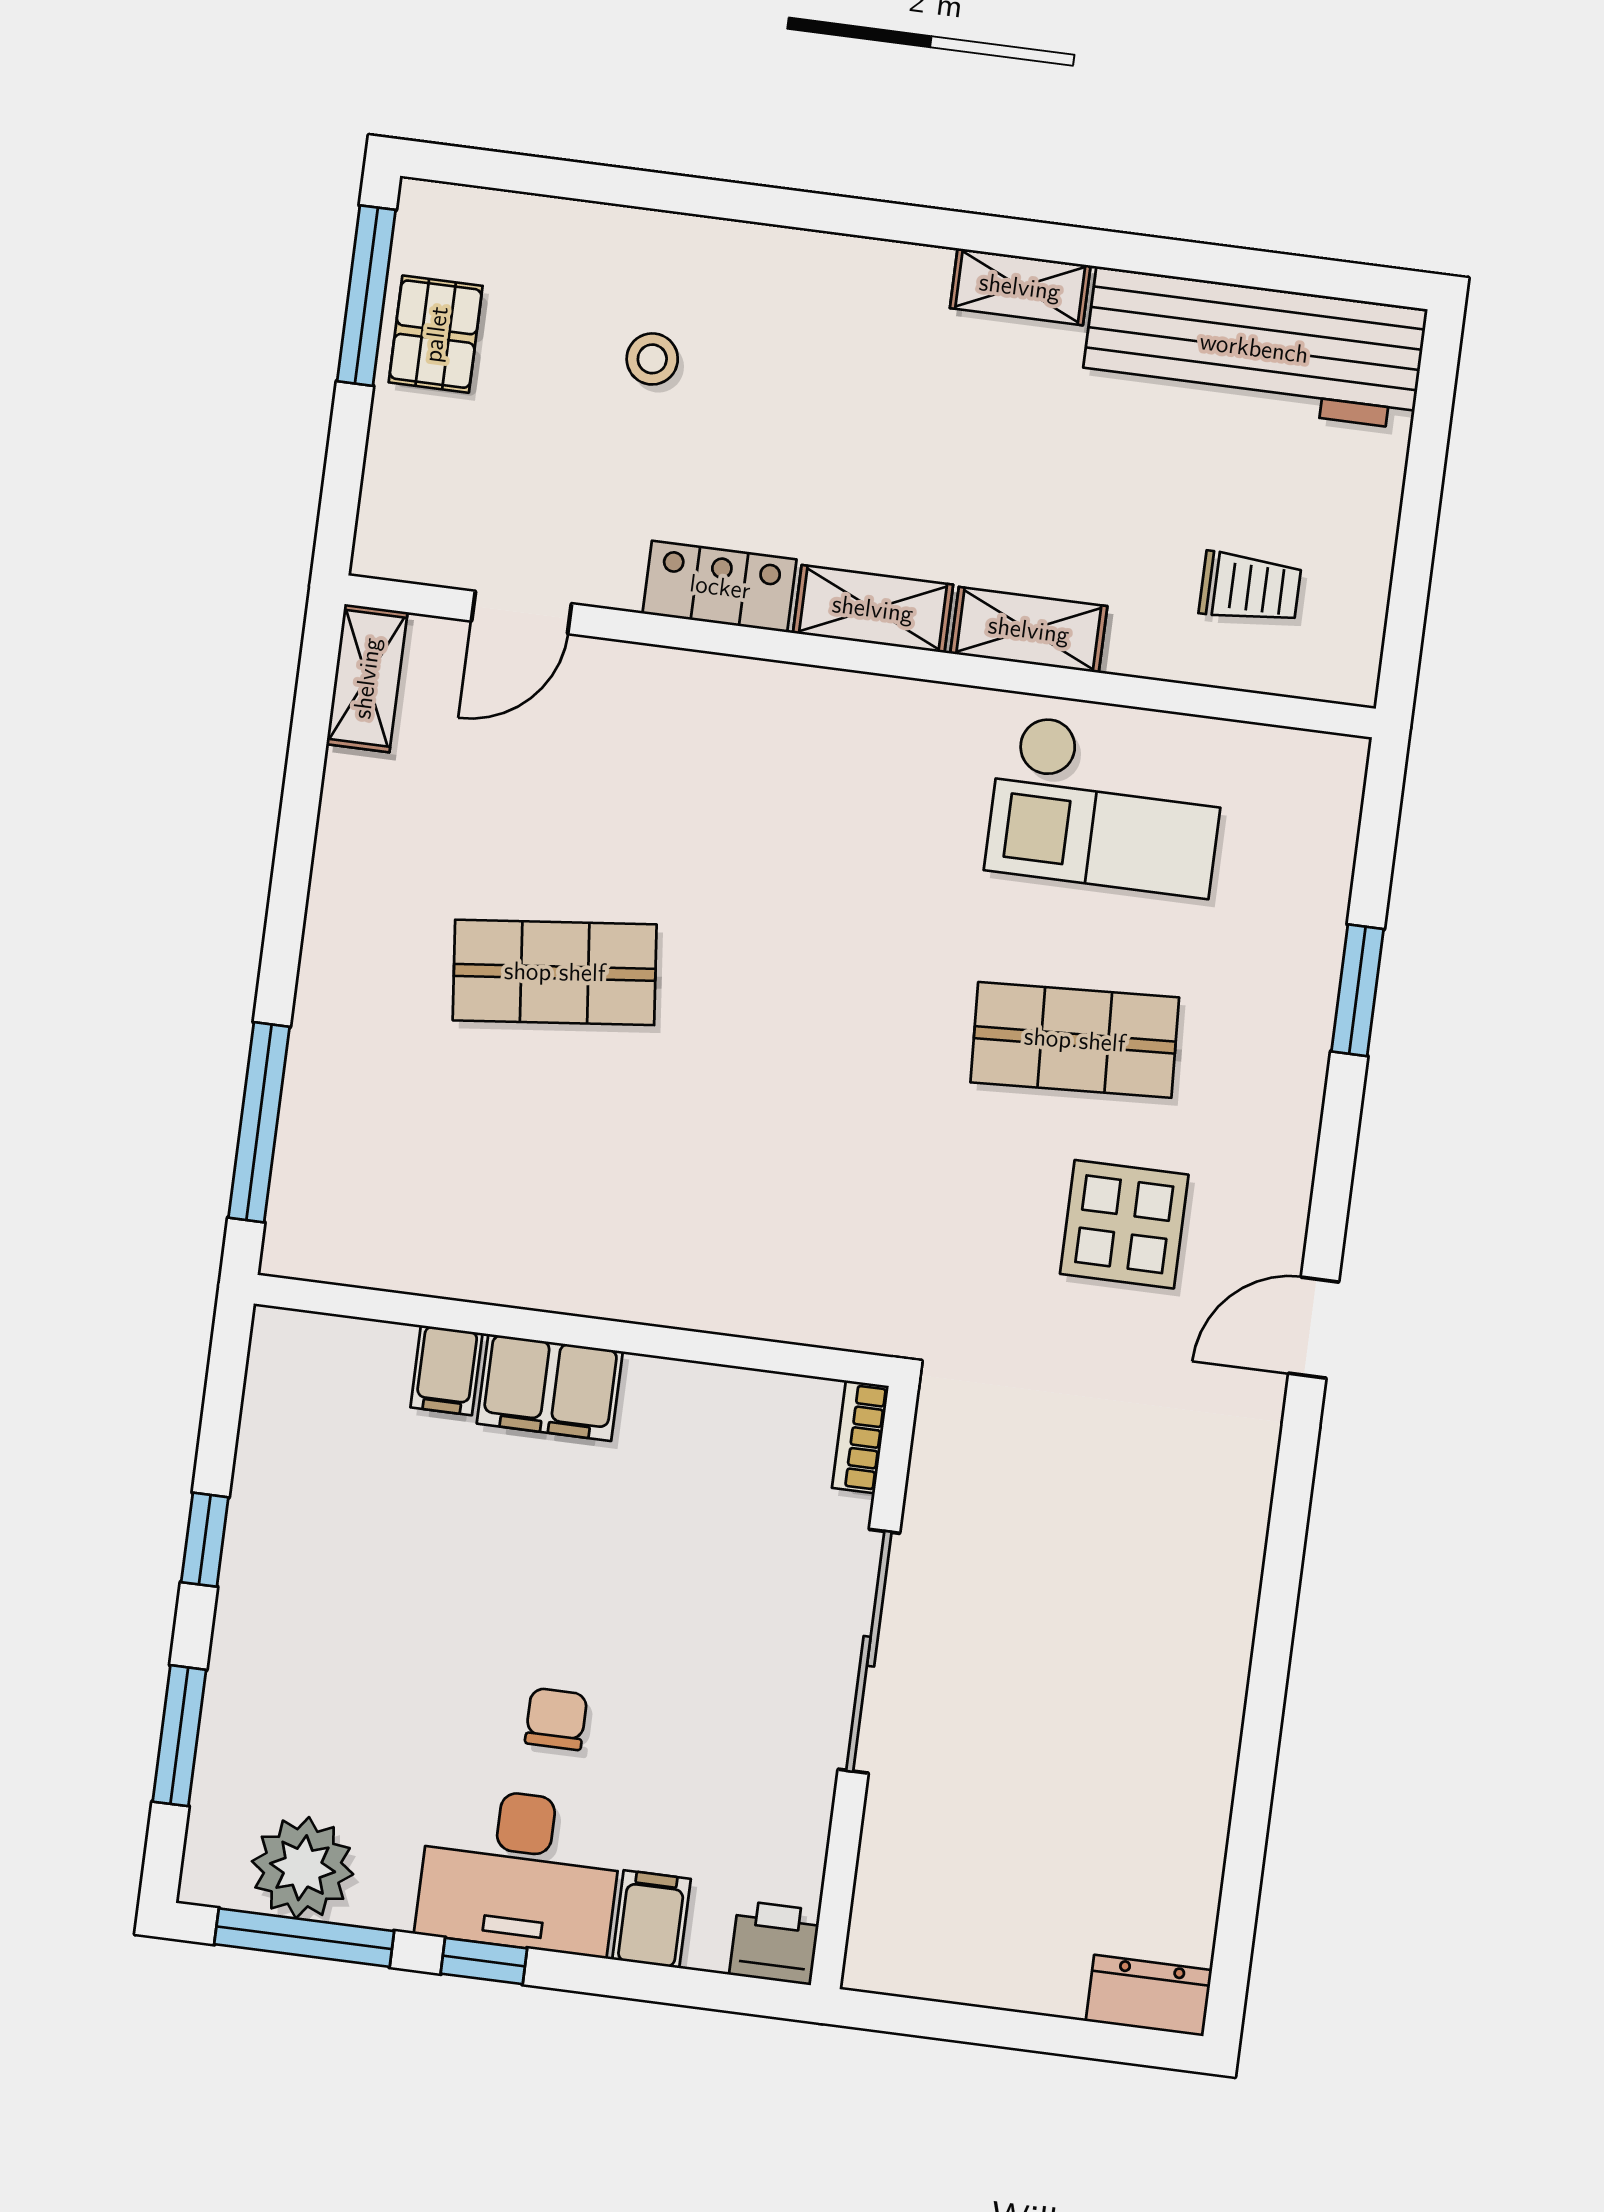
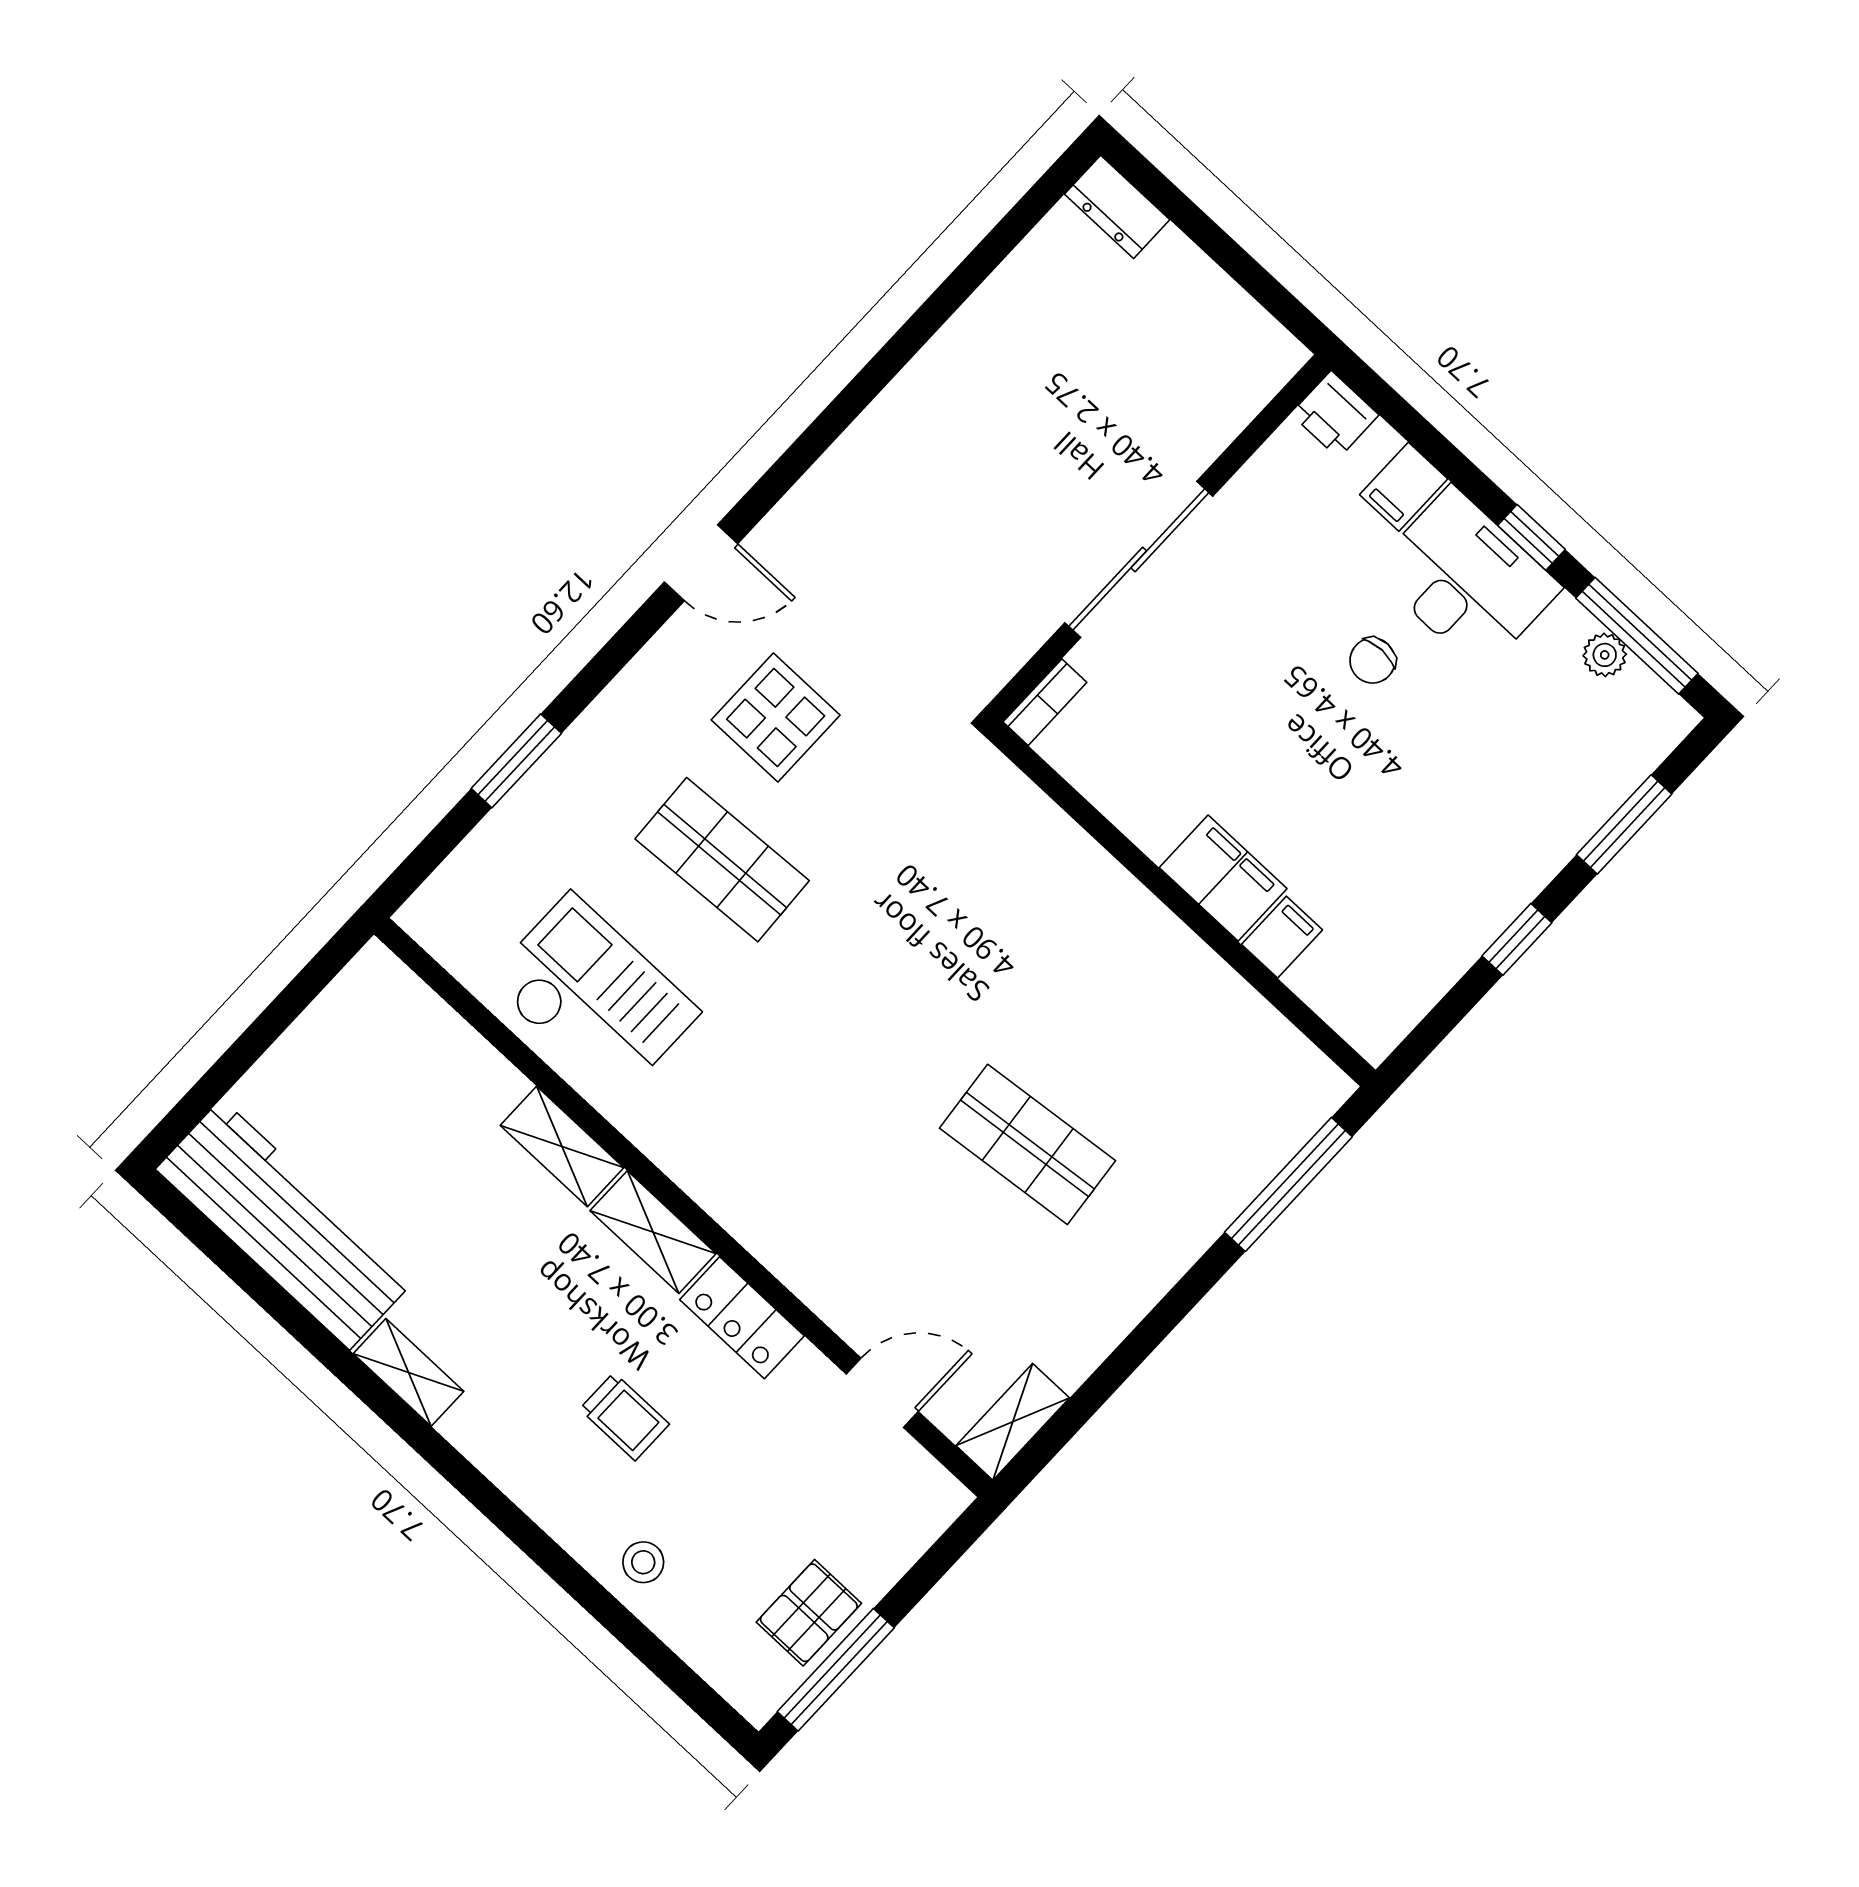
stool: (652, 359) -> (643, 1562), moved
trolley: (1250, 588) -> (624, 1417), moved, turned 180
plant: (303, 1868) -> (1605, 655), width x0.53, depth x0.53

